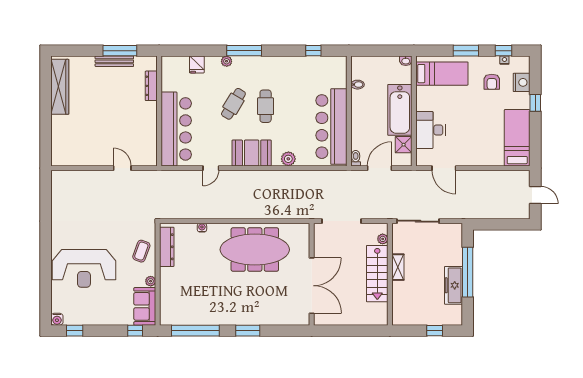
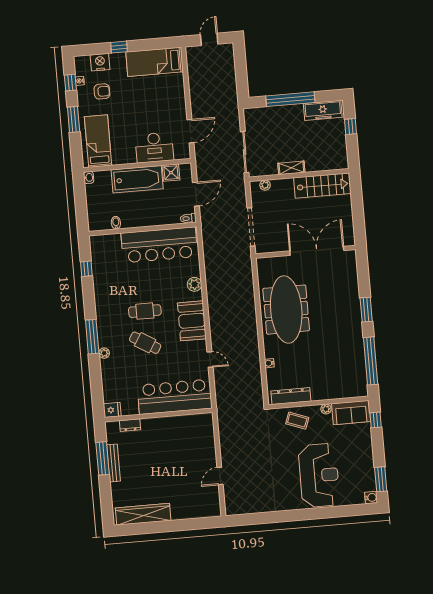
fridge: (197, 64) -> (112, 410), moved
dresser: (151, 86) -> (130, 425), width x0.70
door: (122, 168) -> (220, 476), moved
door: (380, 168) -> (196, 194), swing flipped
stairs: (377, 274) -> (322, 186), moved
freezer: (453, 285) -> (323, 110), moved
window: (75, 331) -> (381, 479), width x1.50

